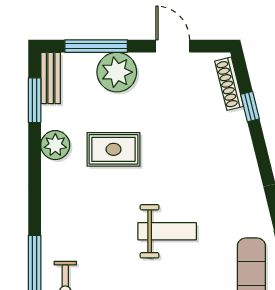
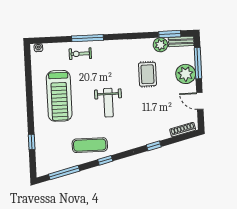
door: (173, 46) -> (200, 101), swing flipped
window: (250, 107) -> (154, 146), moved
plant: (55, 145) -> (160, 45), moved

